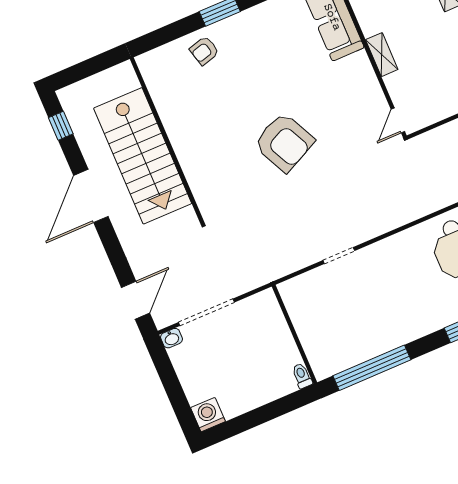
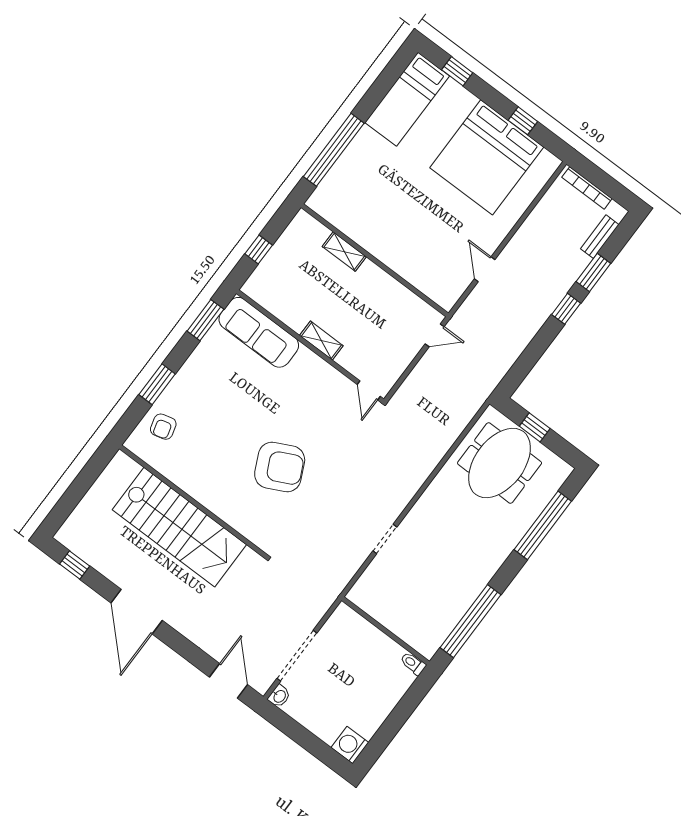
wall: (167, 141) -> (193, 501), moved
stairs: (143, 156) -> (179, 527), moved

